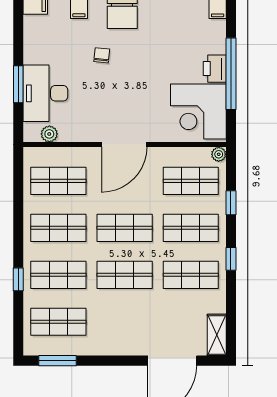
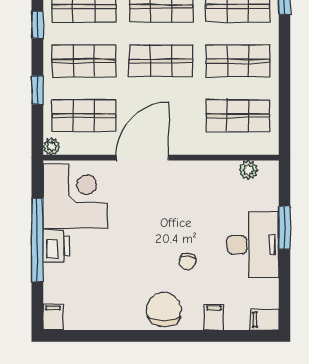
desk: (45, 93) -> (253, 245), moved
door: (124, 145) -> (142, 158), moved

